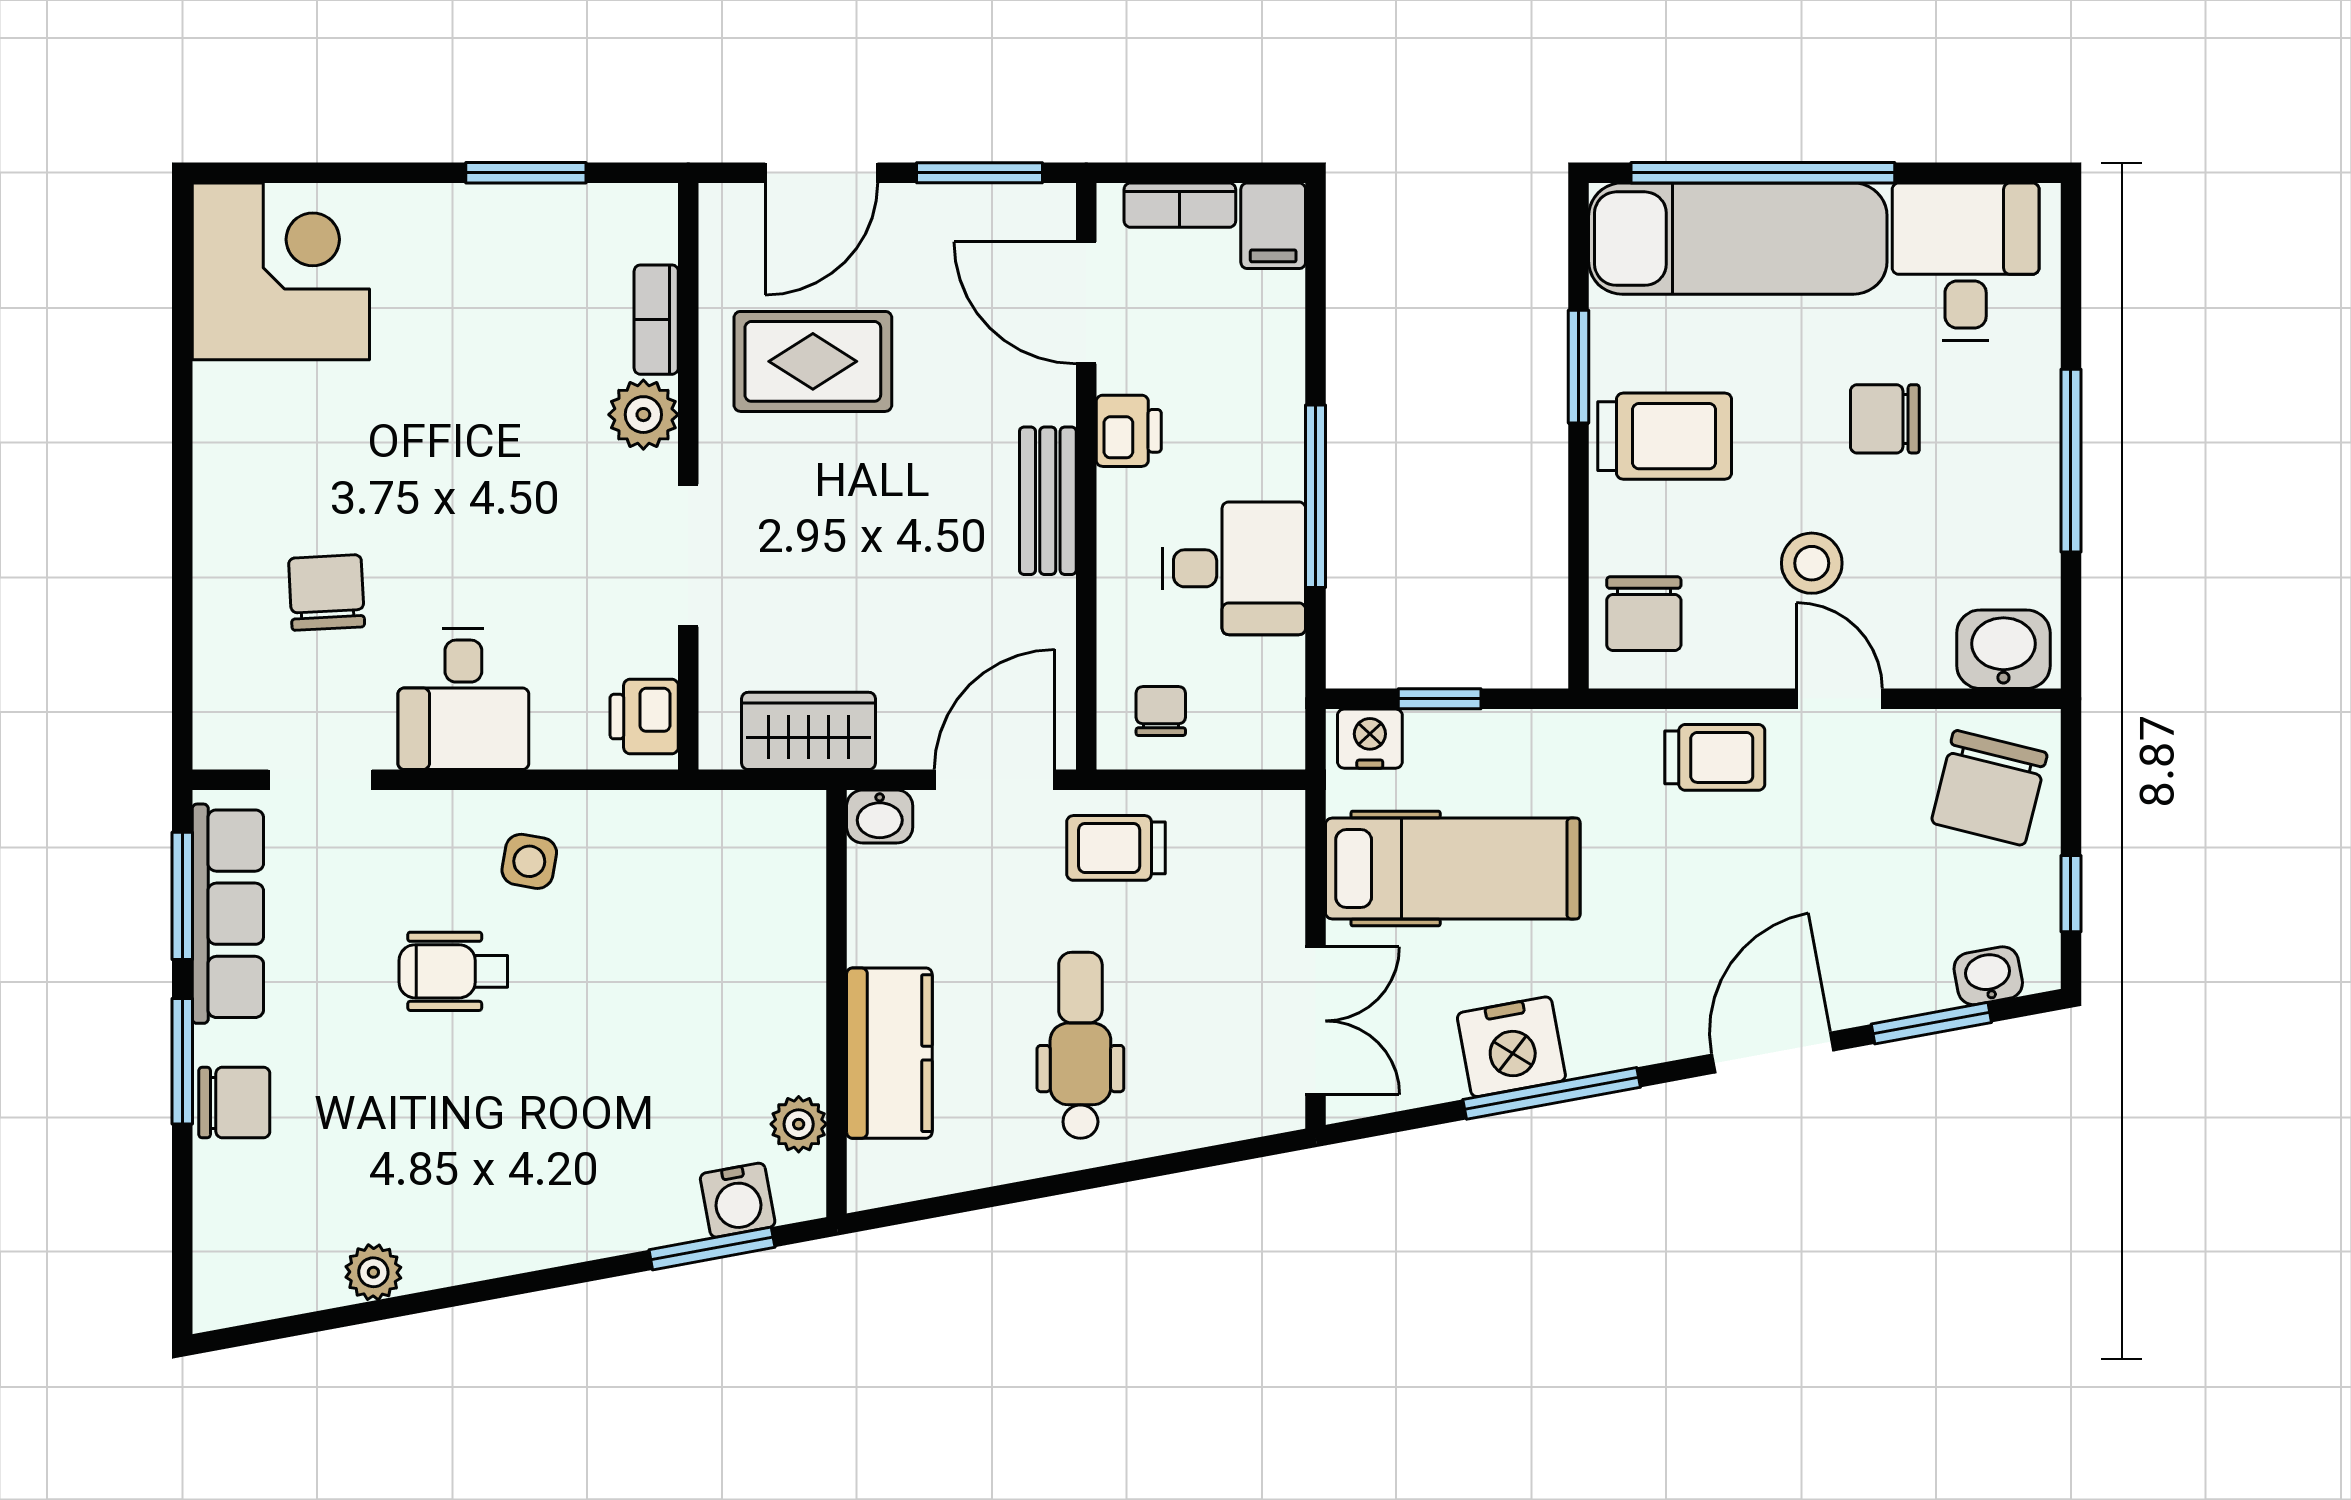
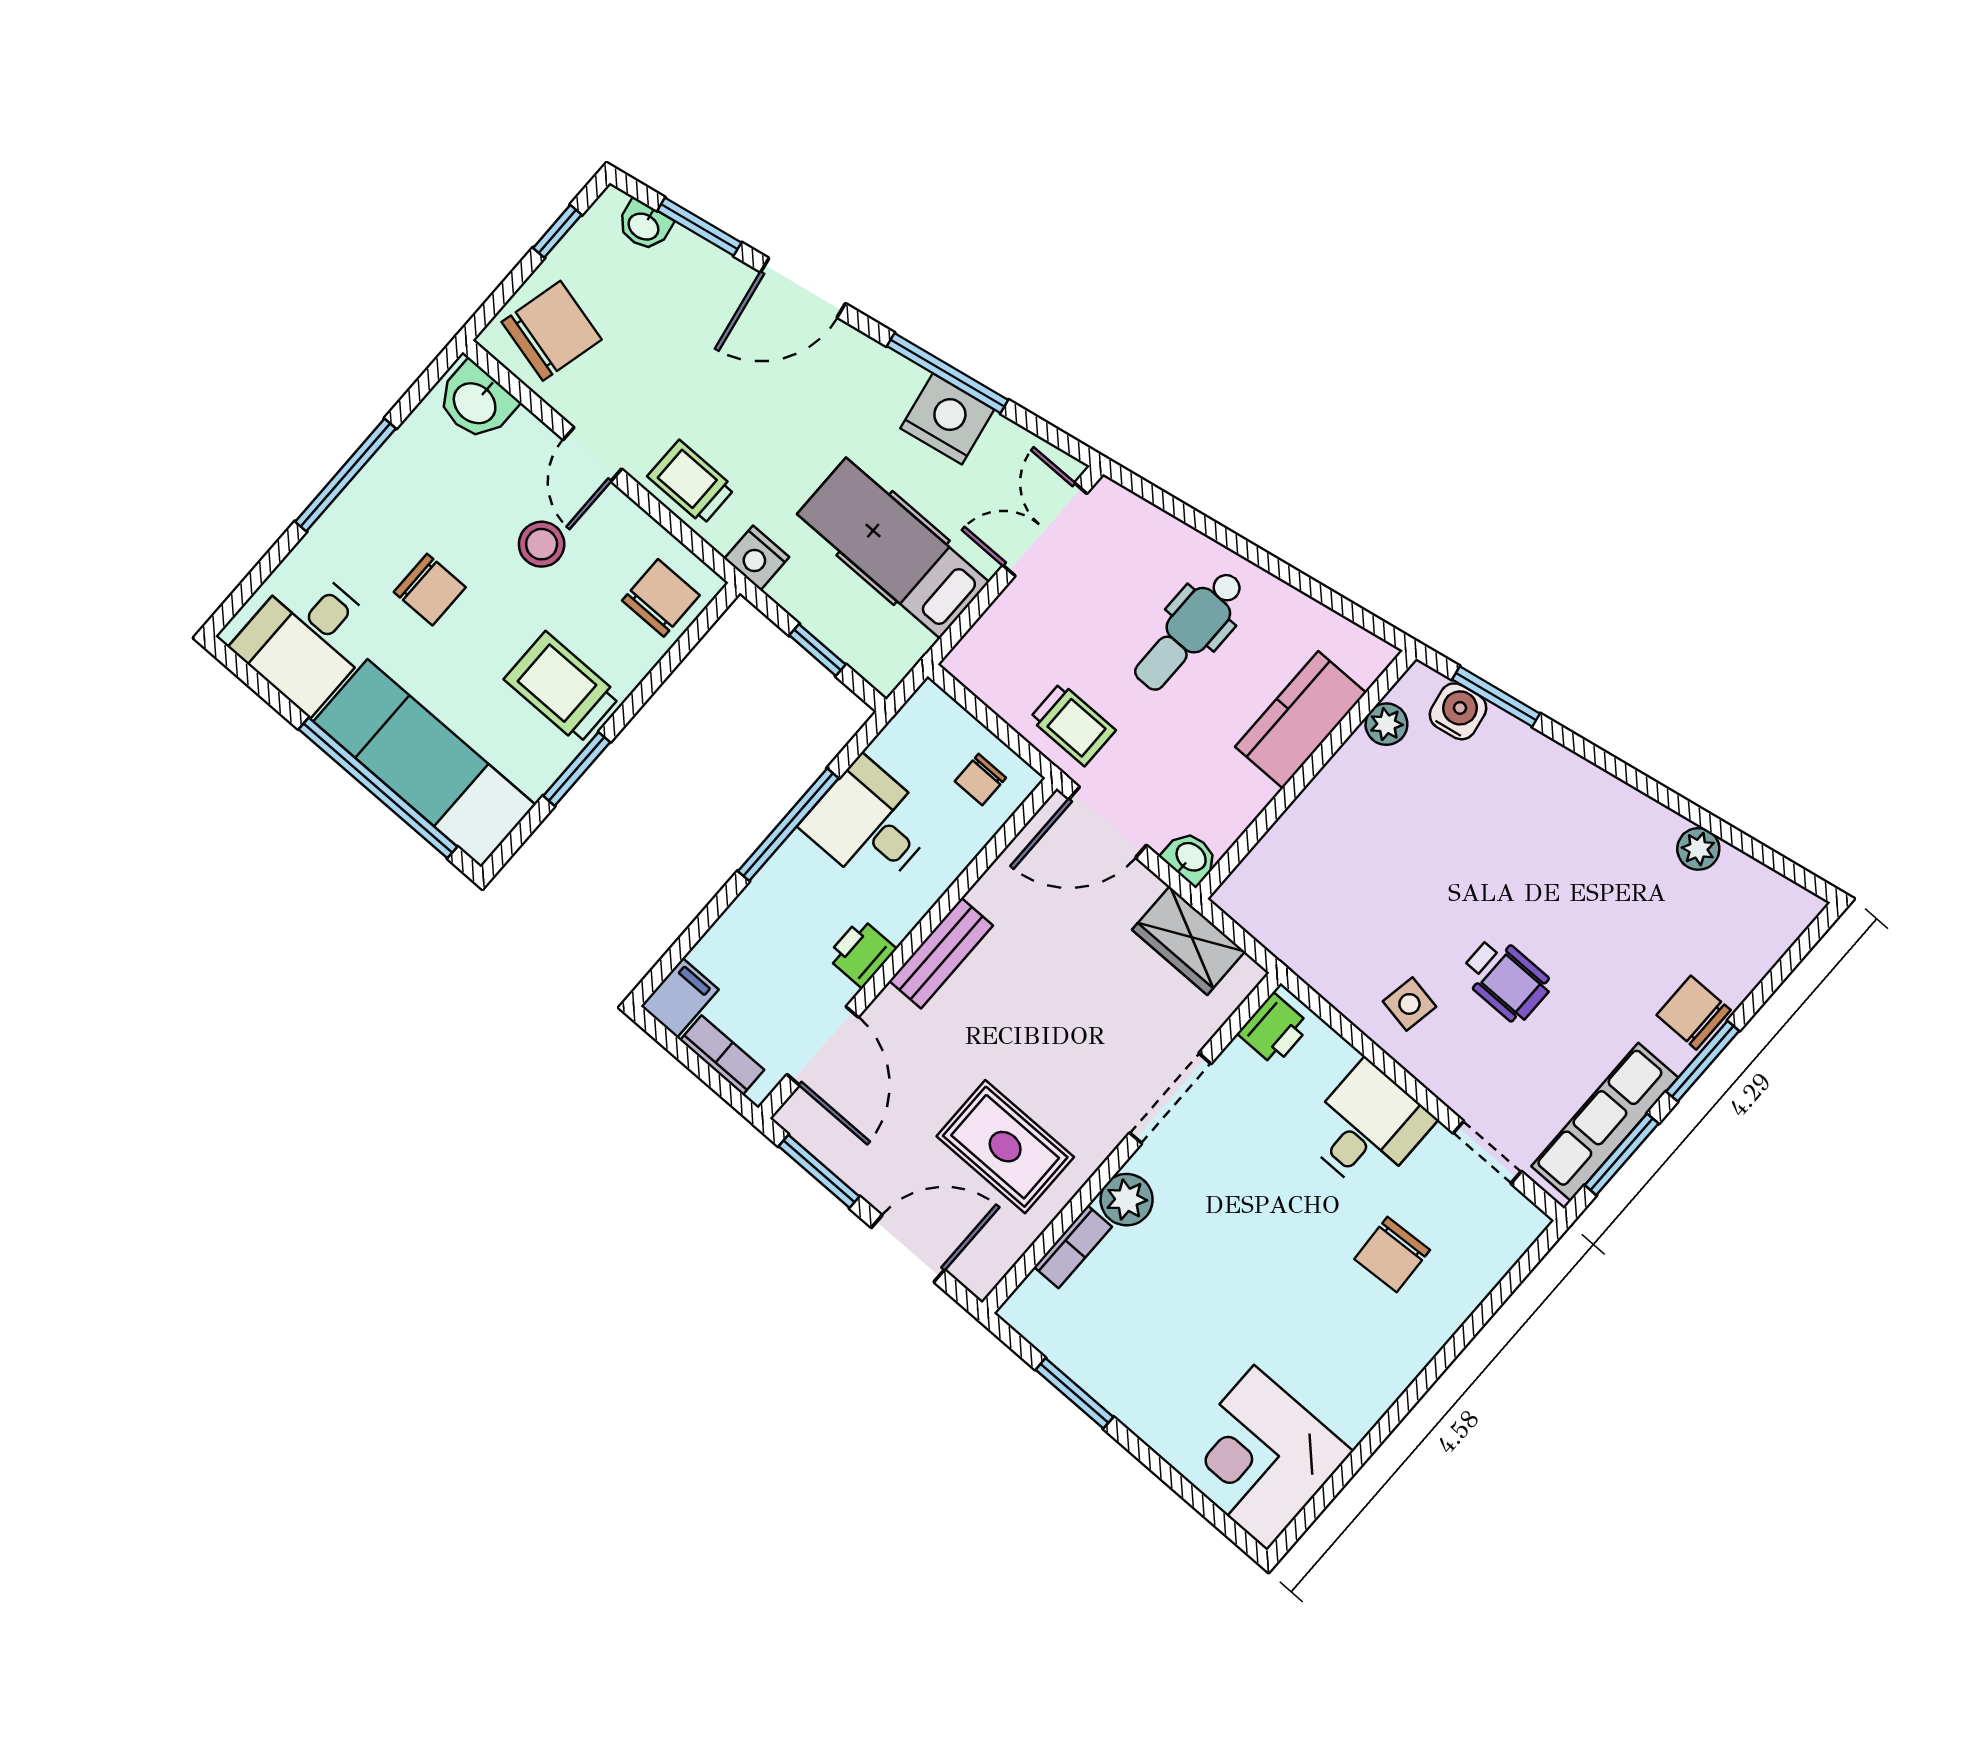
nightstand: (1370, 739) -> (757, 558), moved

